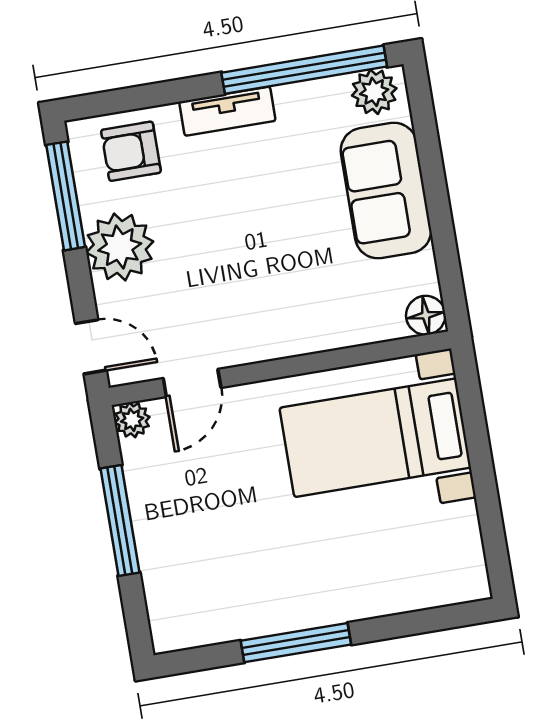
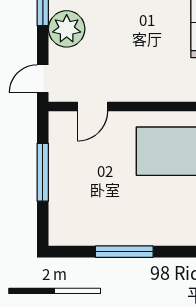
door: (91, 347) -> (43, 79), swing flipped
plant: (132, 420) -> (58, 121), removed

